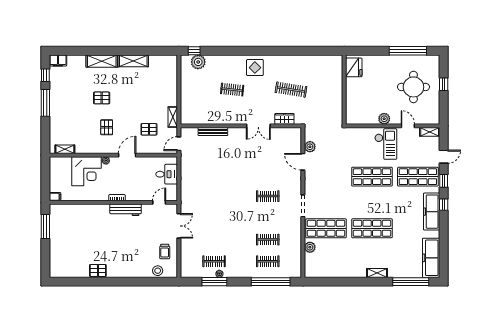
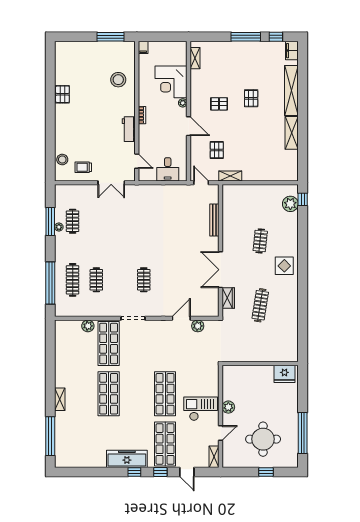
shelving: (102, 61) -> (291, 91), width x1.47
double door: (258, 126) -> (221, 270), width x1.37
checkout: (386, 144) -> (201, 409), turned 180
workbench: (126, 210) -> (129, 129), width x0.73
stool: (85, 219) -> (118, 80), added
freezer: (431, 258) -> (76, 458), removed
clothes rail: (268, 261) -> (73, 280), width x1.36

